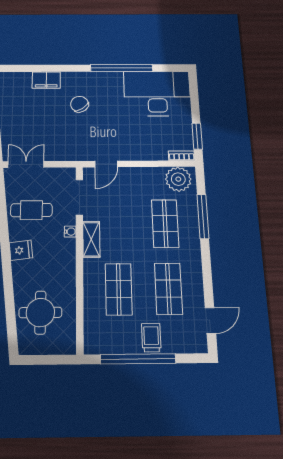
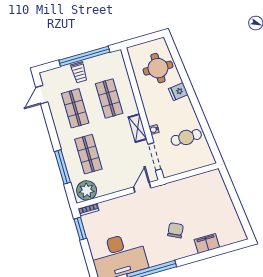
chair: (79, 104) -> (176, 230), turned -119
double door: (26, 165) -> (201, 171), removed
fridge: (21, 250) -> (178, 92), moved

